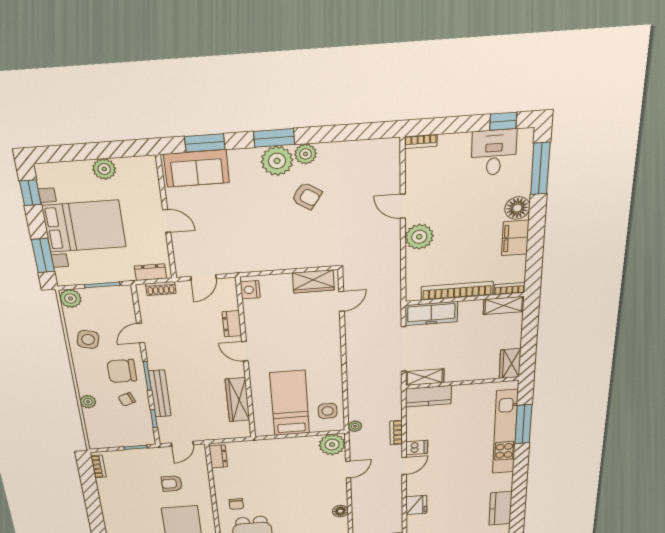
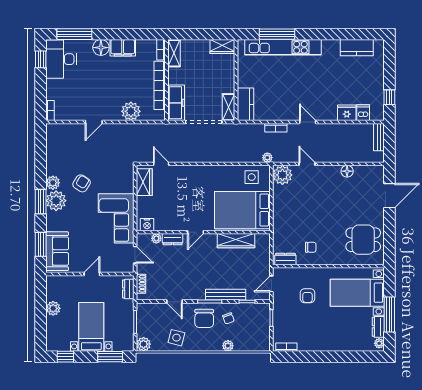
desk: (494, 153) -> (61, 59), width x1.37
bed with nightstands: (84, 226) -> (91, 327), width x0.73
plant: (419, 237) -> (131, 111), moved
corner sofa: (256, 248) -> (116, 218), added
plant: (231, 303) -> (156, 238), added
bed: (290, 403) -> (242, 210), width x1.50
door: (182, 444) -> (271, 284), swing flipped
dishwasher: (417, 448) -> (363, 113), moved
chair: (236, 504) -> (311, 247), moved

